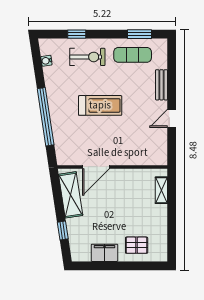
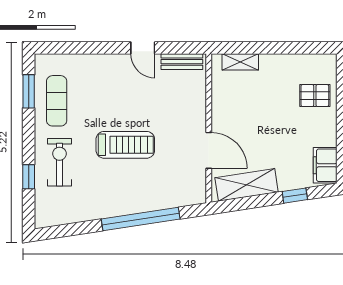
water cooler: (46, 61) -> (65, 218), removed
bench: (162, 85) -> (182, 62), moved
treadmill: (100, 105) -> (125, 145), turned 90
pallet: (137, 245) -> (315, 96), turned 90
filing cabinet: (104, 253) -> (325, 165), moved

